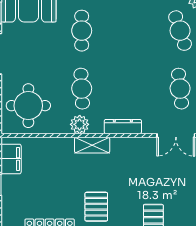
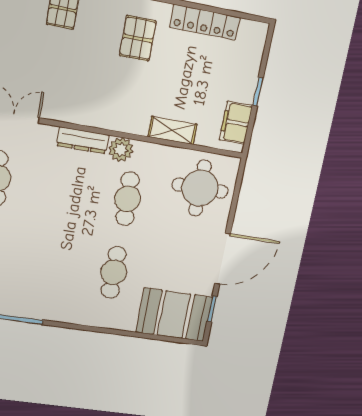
plant: (80, 124) -> (121, 150), moved
shelving: (92, 145) -> (172, 130), moved

